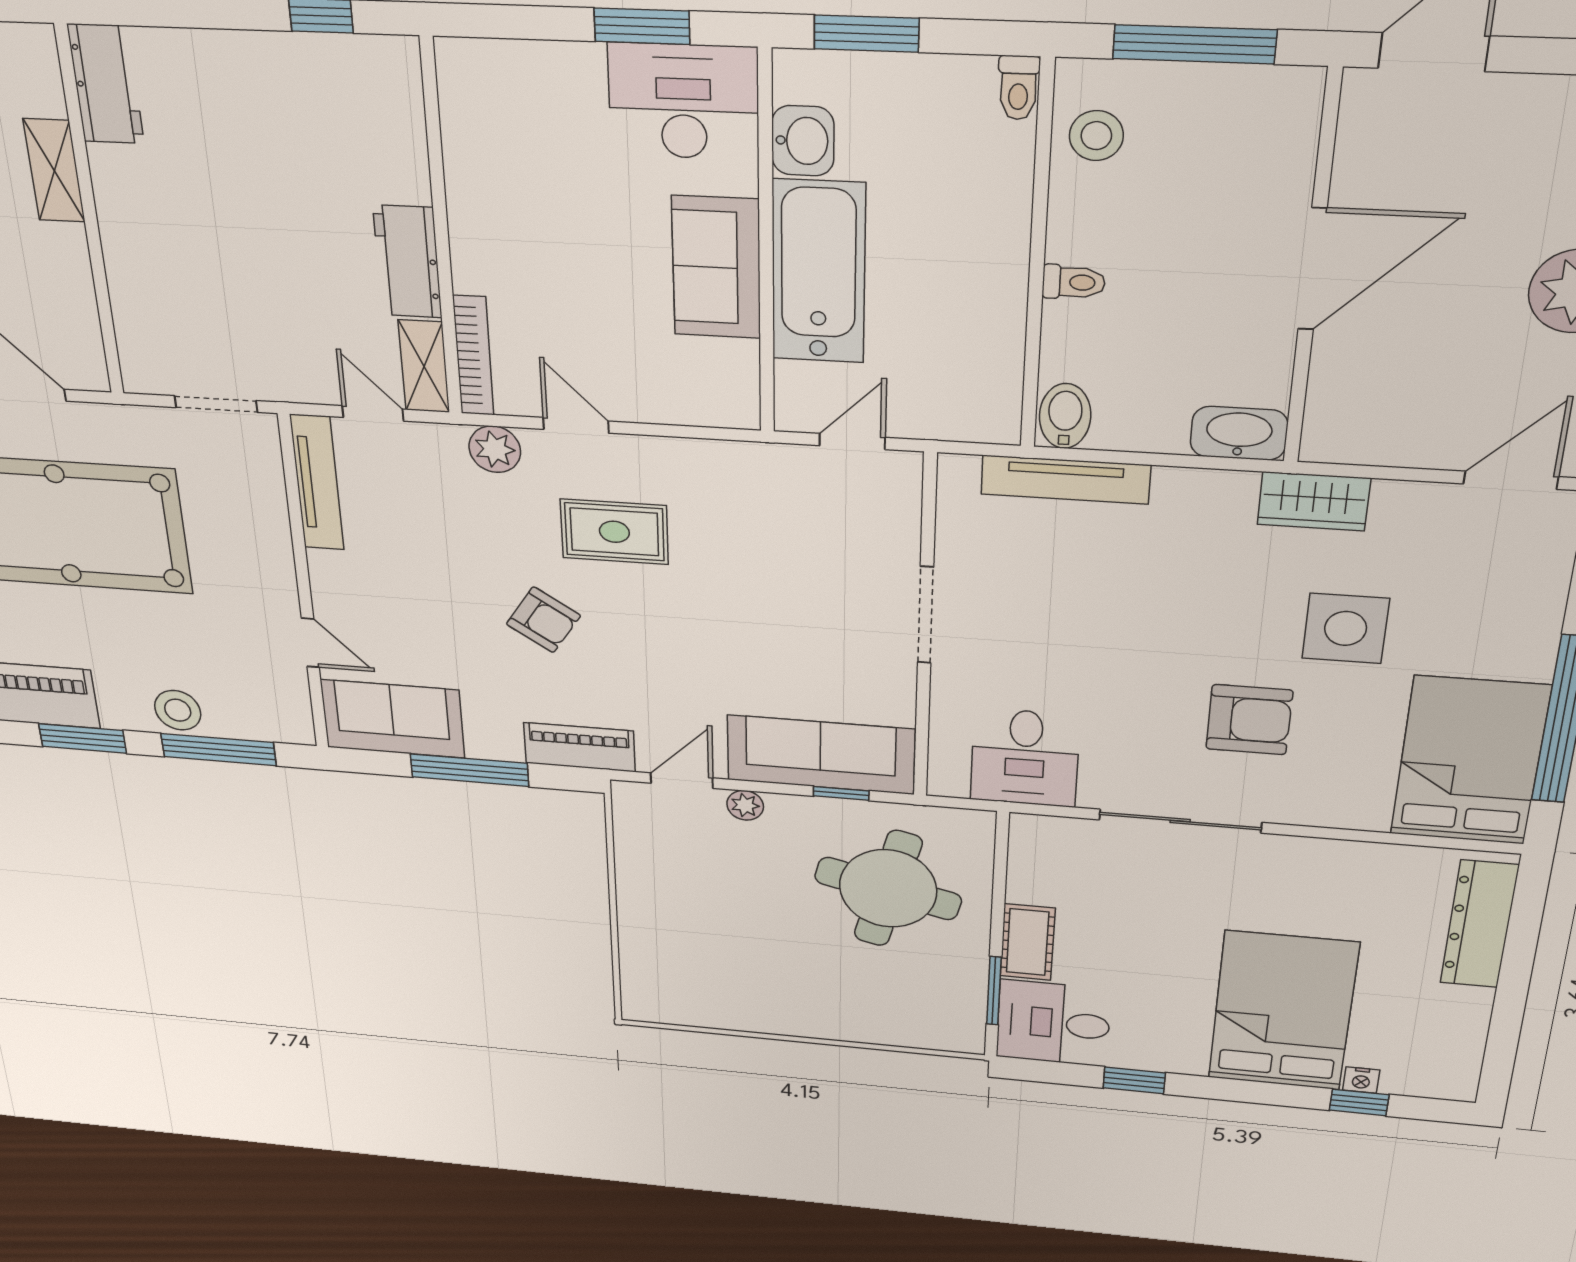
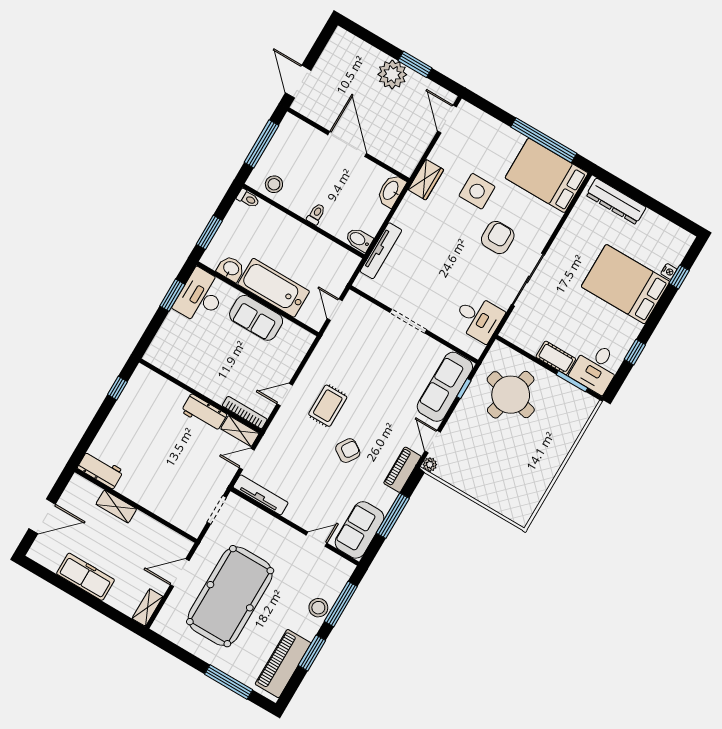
plant: (495, 449) -> (279, 427), removed
plant: (745, 805) -> (430, 465), moved

